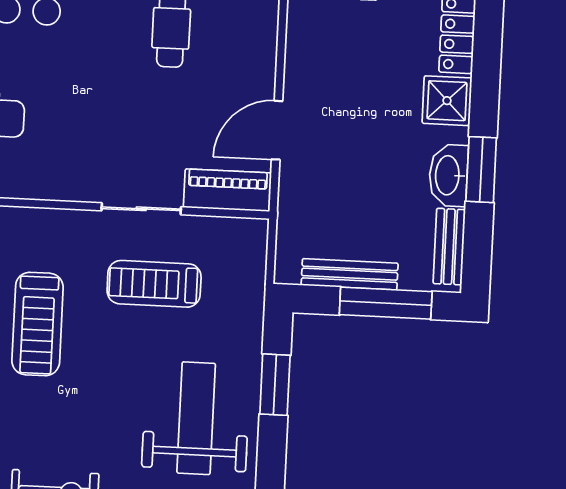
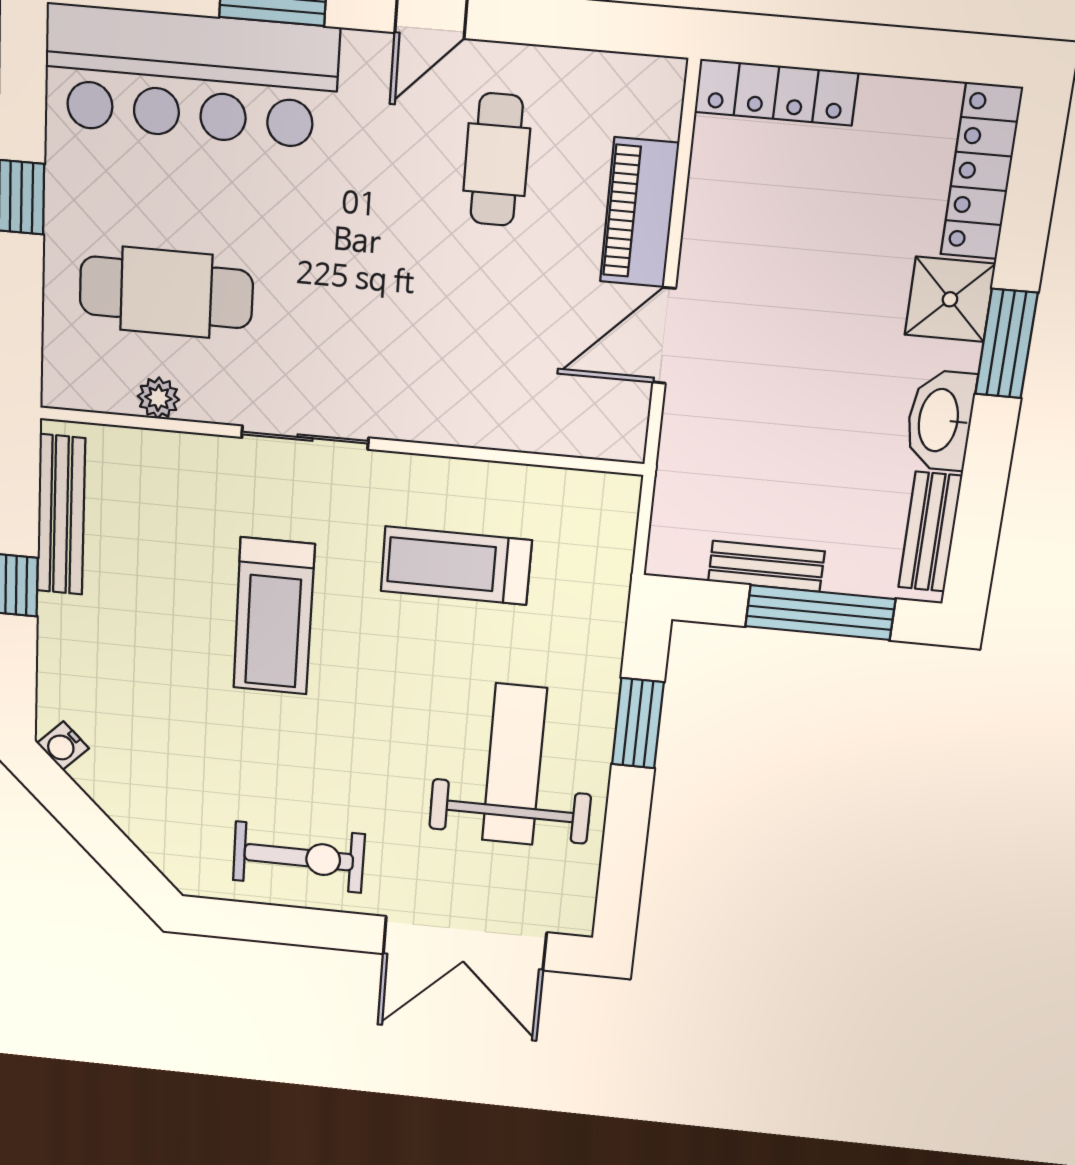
window: (481, 170) -> (1006, 344), moved
piano: (227, 190) -> (639, 213), moved, turned -90
sliding door: (141, 209) -> (305, 438), moved
bench: (350, 274) -> (766, 566), width x0.73

